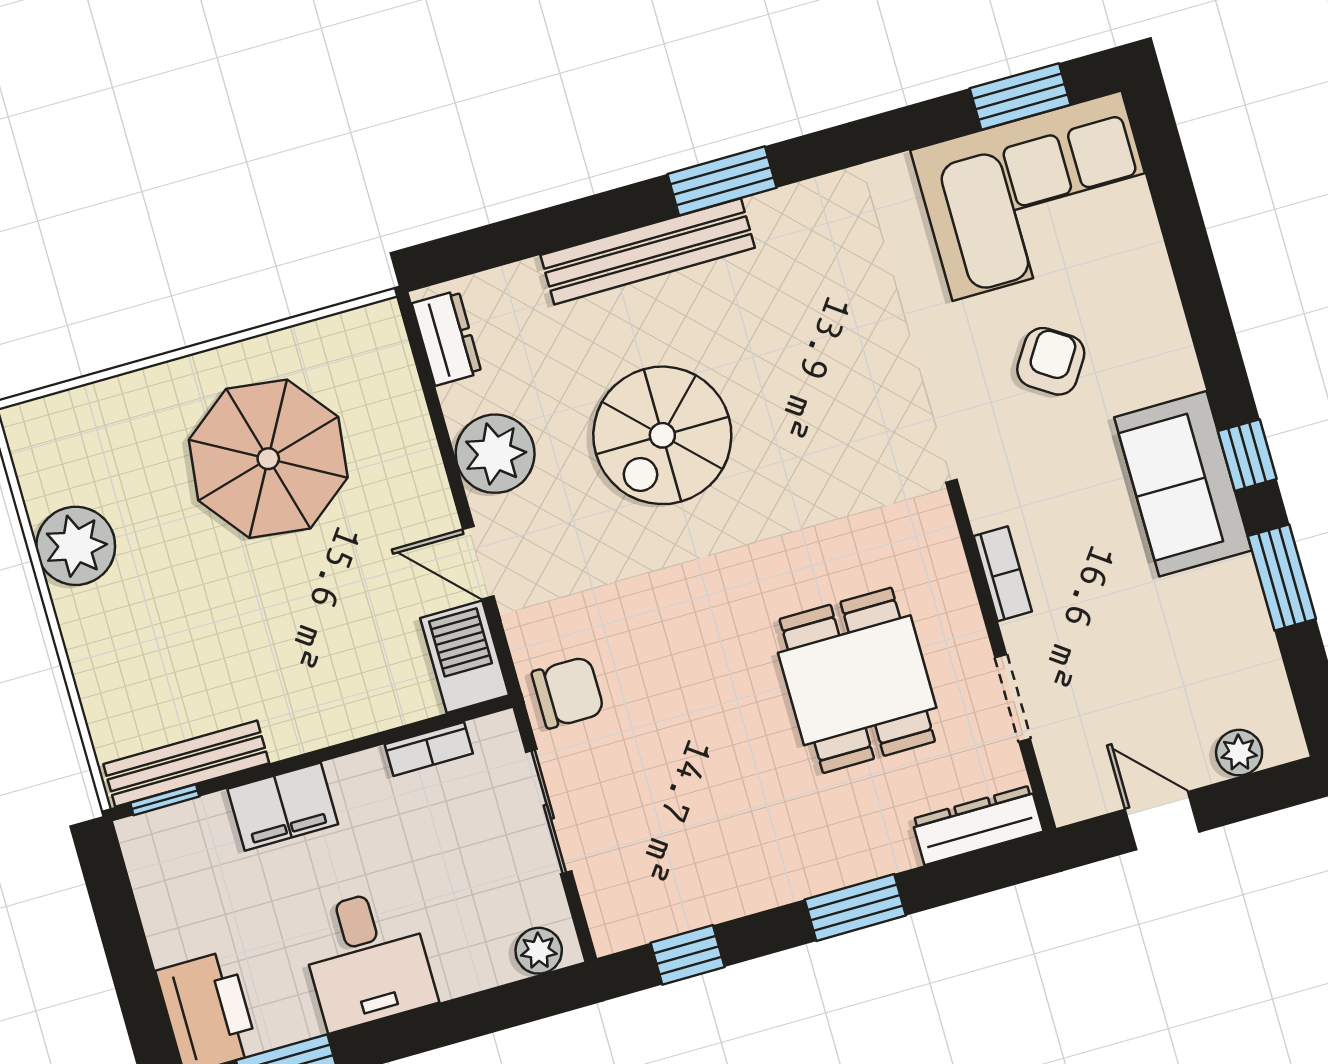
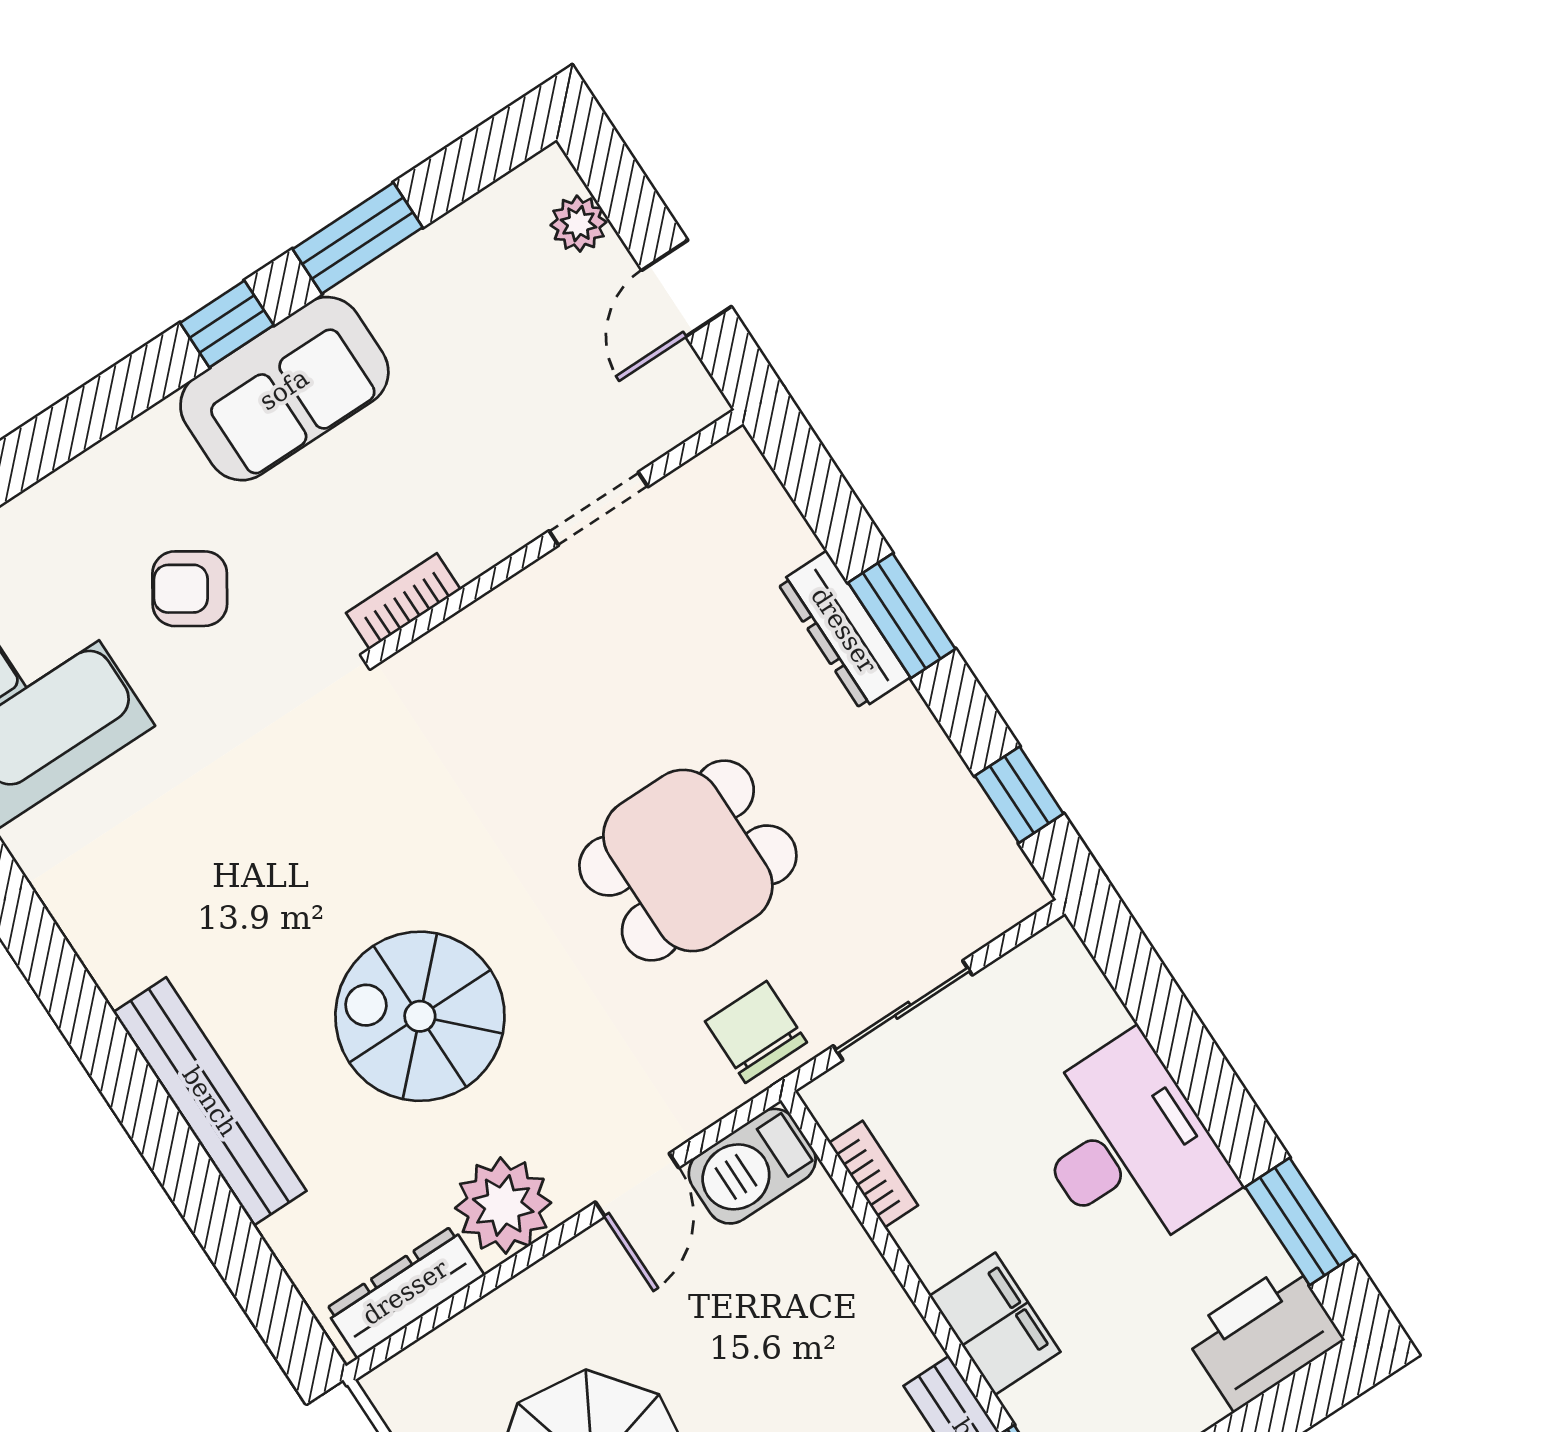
window: (722, 181) -> (100, 1040), removed
dresser: (447, 338) -> (405, 1292), width x1.44
spiral stairs: (662, 435) -> (420, 1016), turned 180
bookcase: (1003, 574) -> (403, 601), moved
dining table: (857, 680) -> (688, 860), moved
dresser: (978, 825) -> (844, 630), moved
plant: (539, 951) -> (1069, 971), removed
desk: (367, 959) -> (1127, 1147), width x1.37

